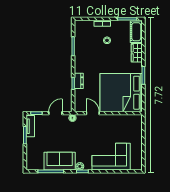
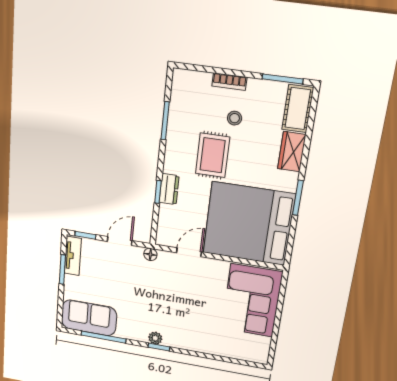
rug: (99, 60) -> (213, 155), added
door: (93, 113) -> (189, 252), hinge flipped
corner sofa: (111, 157) -> (252, 301), moved, turned -90
sofa: (60, 161) -> (89, 318), moved

